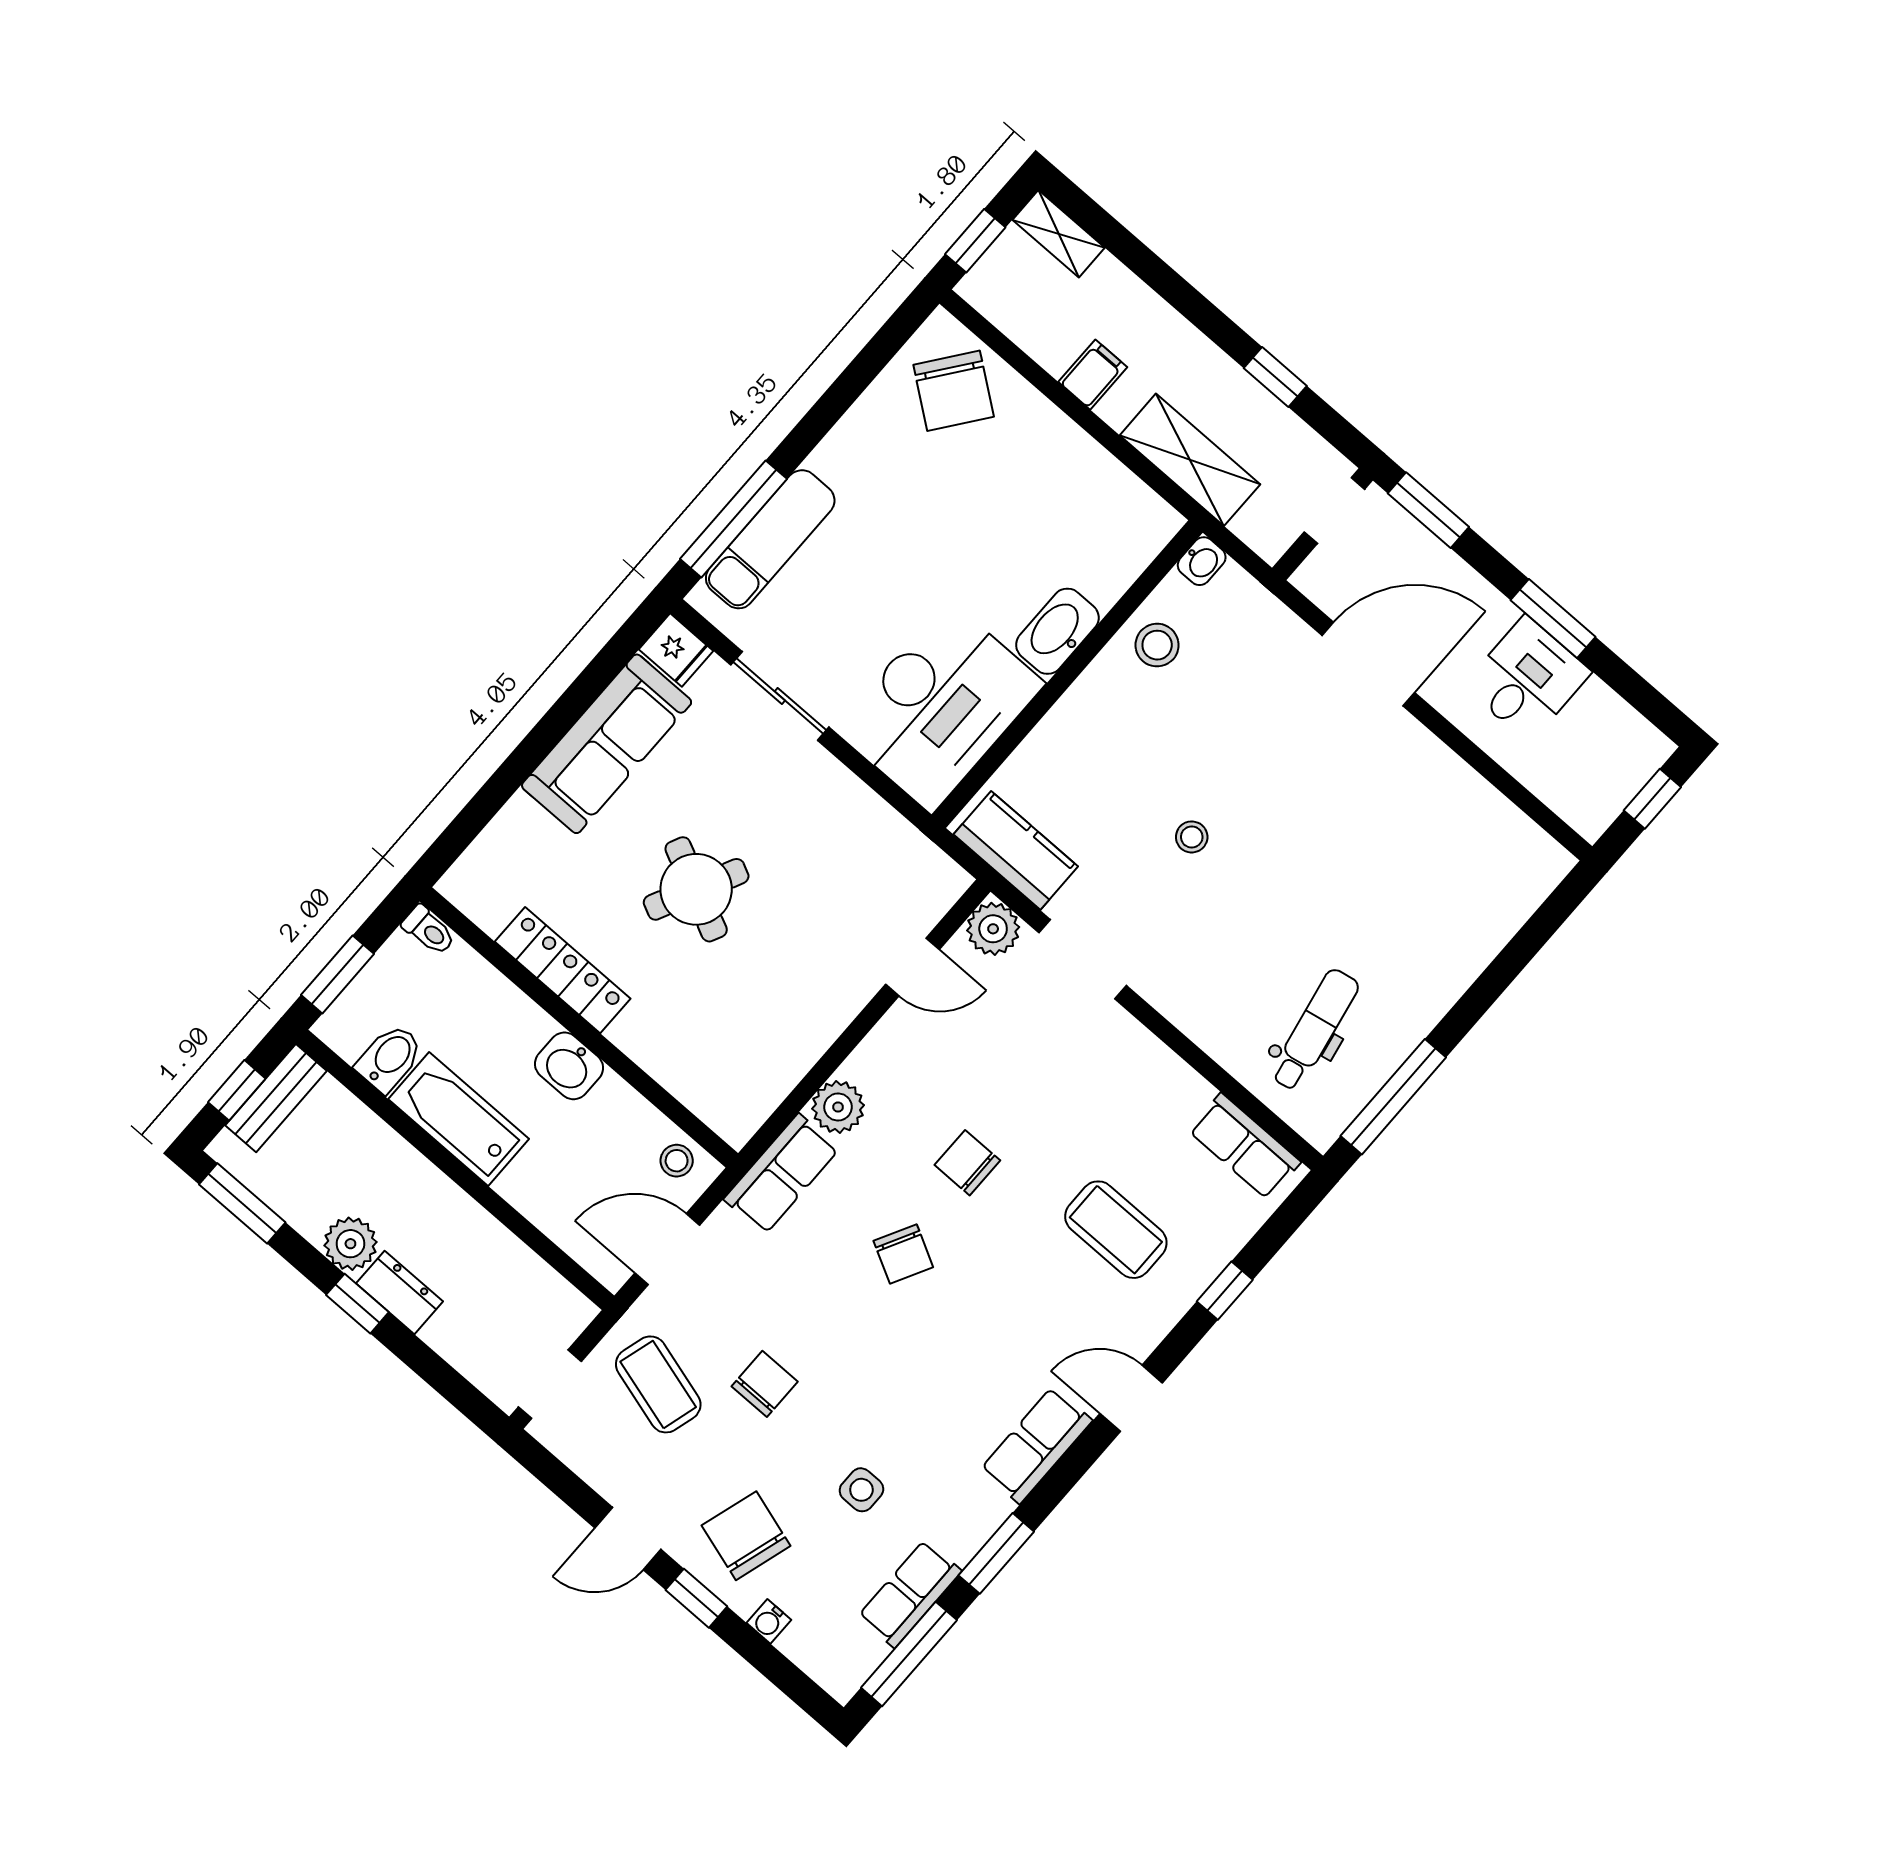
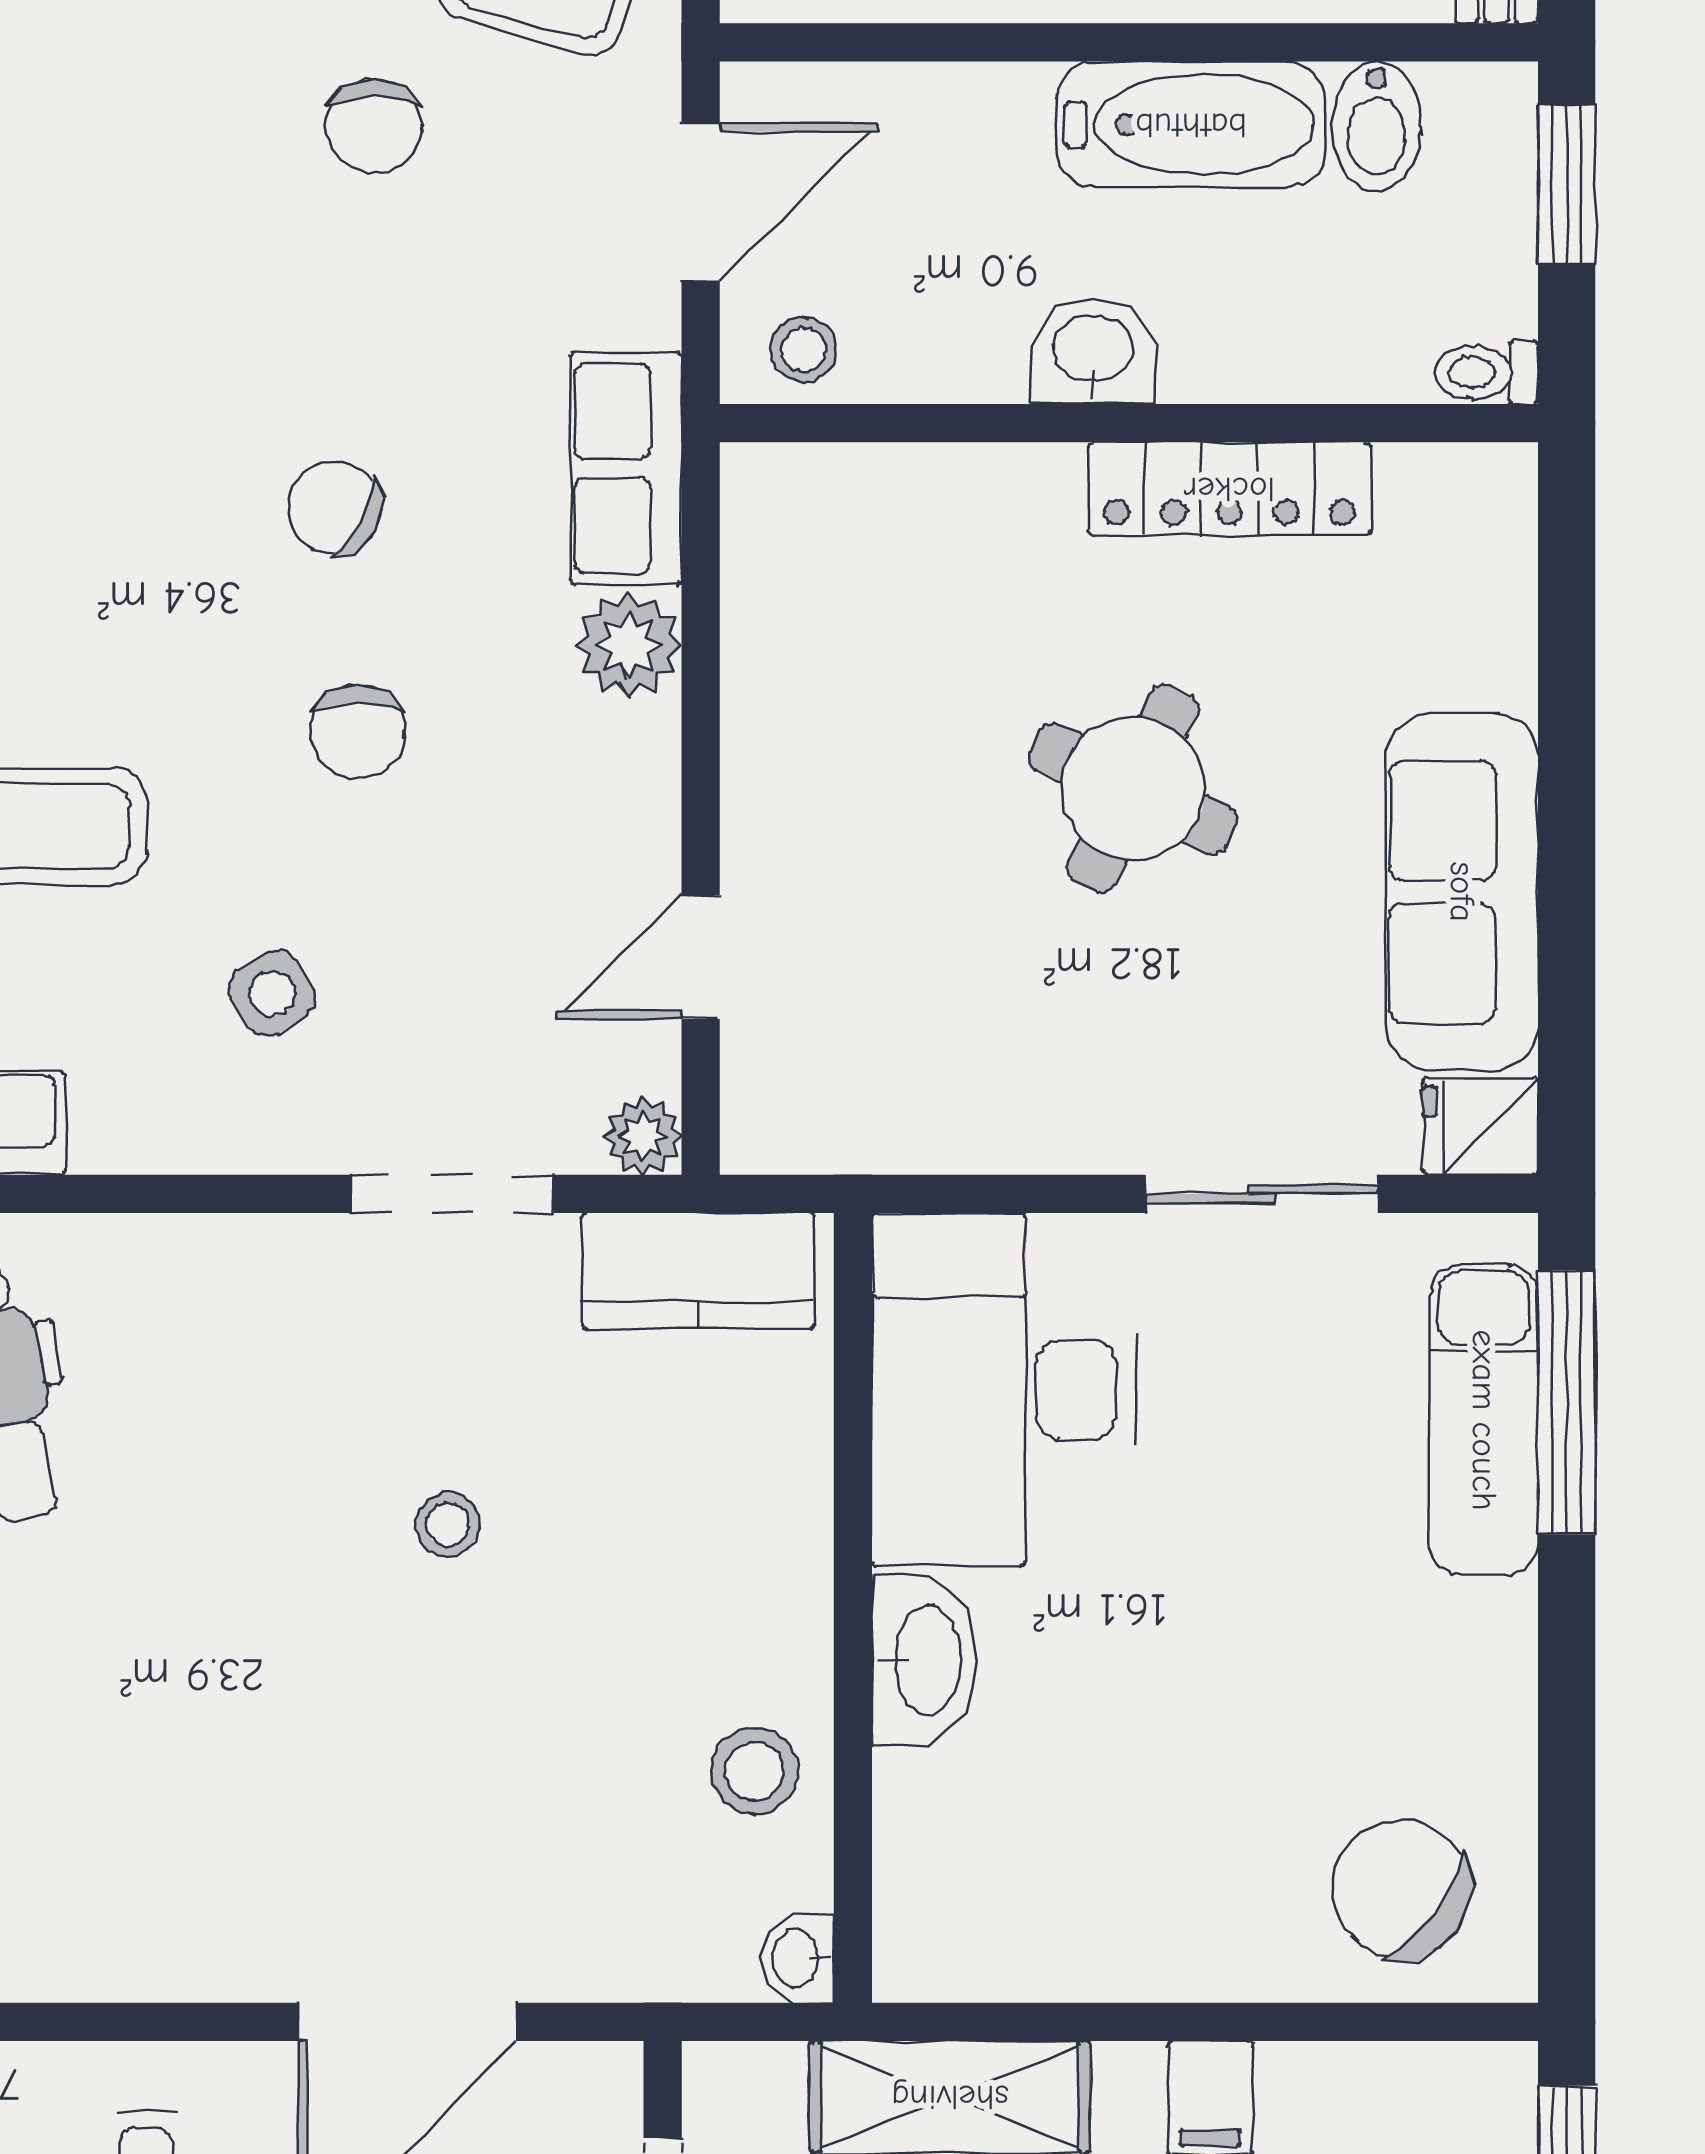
plant: (993, 929) -> (643, 1136), width x0.73, depth x0.73
chair: (967, 1163) -> (358, 731), turned 90
side table: (861, 1490) -> (272, 993), moved, turned -32

